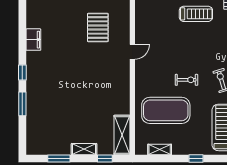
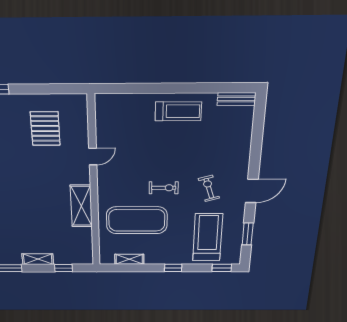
shelving: (122, 135) -> (81, 206), moved

